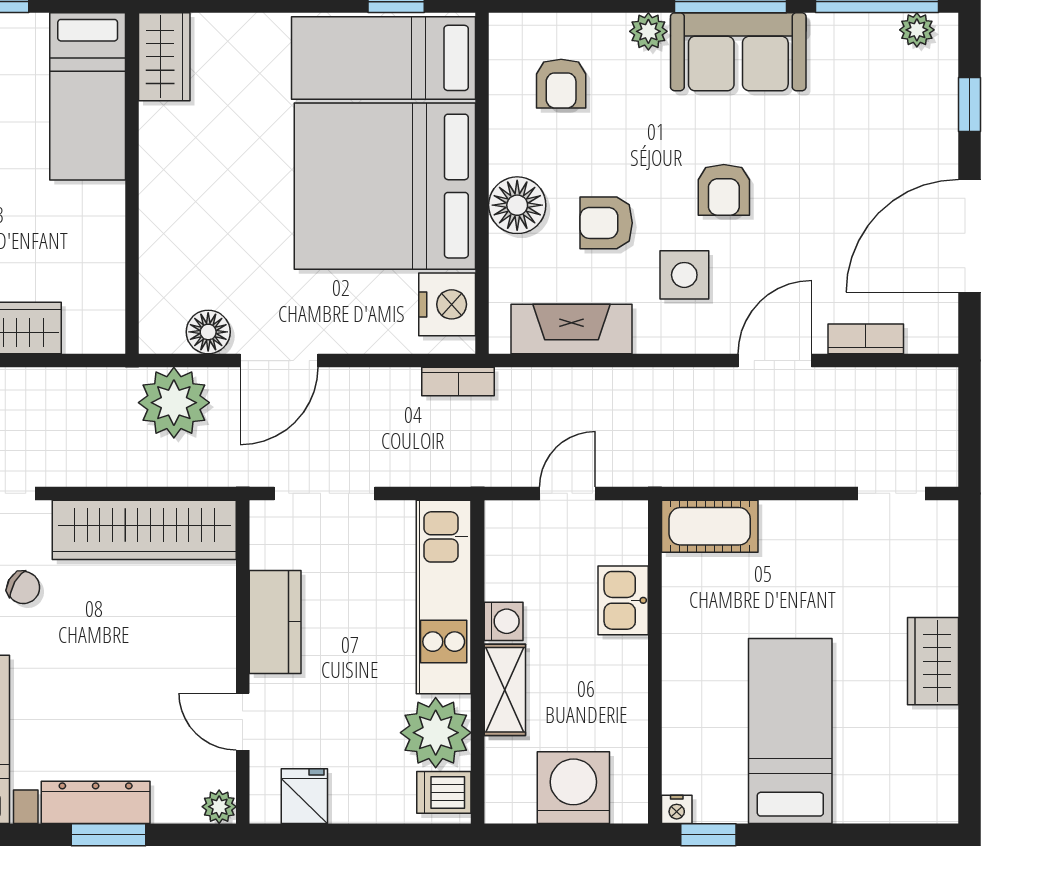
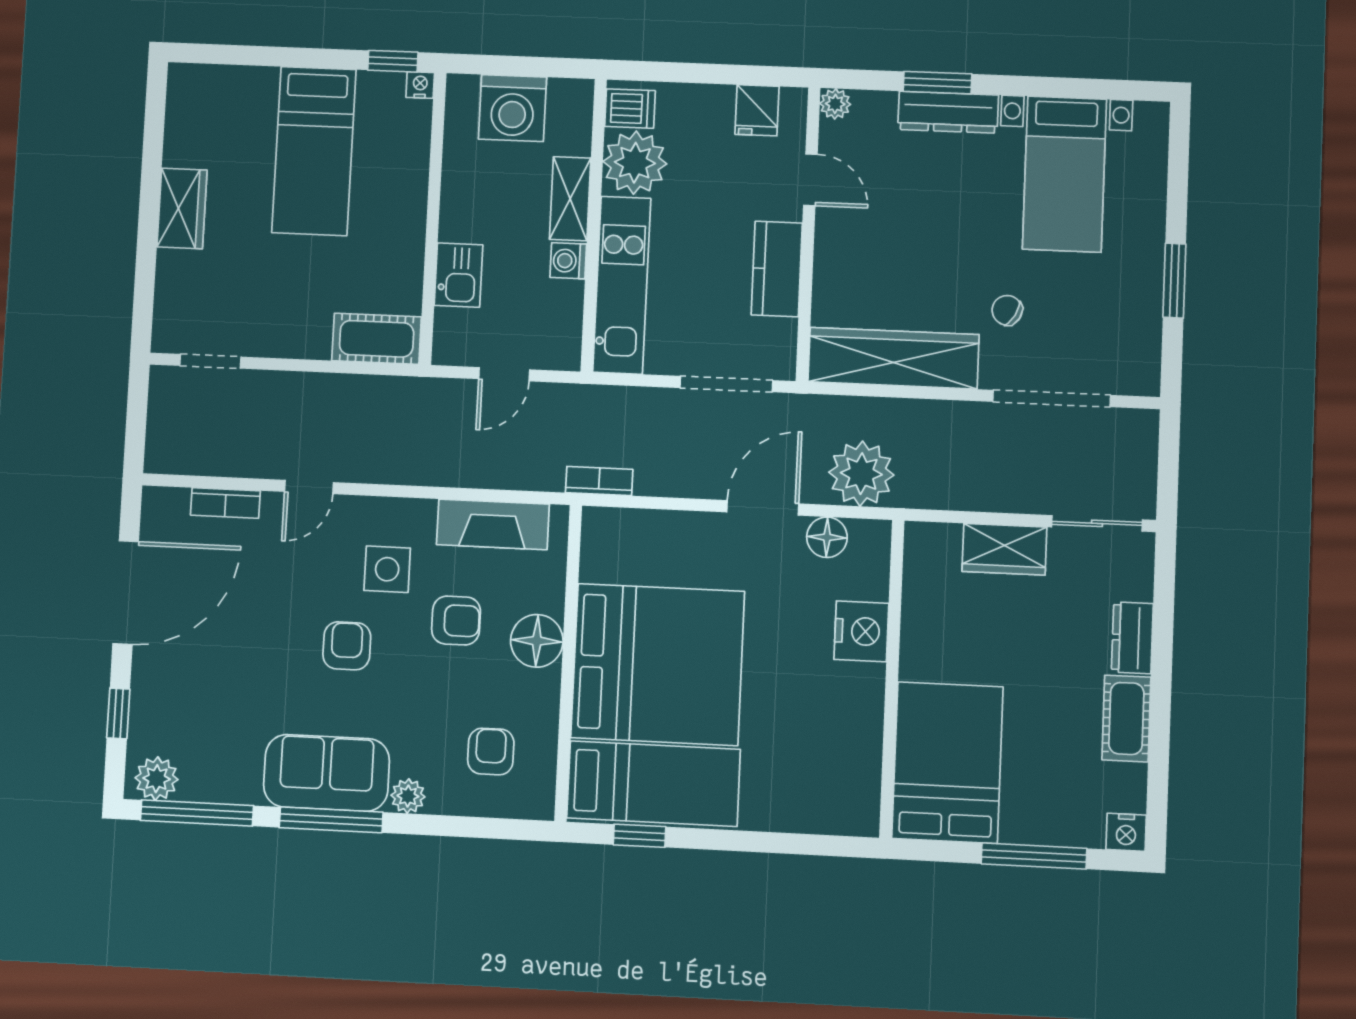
plant: (917, 30) -> (157, 779), width x1.38, depth x1.38
wardrobe: (164, 57) -> (857, 795), removed
bed: (88, 96) -> (948, 762), width x1.50
nightstand: (447, 304) -> (861, 631), moved, turned 180
door: (775, 361) -> (309, 487), width x0.73

